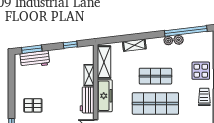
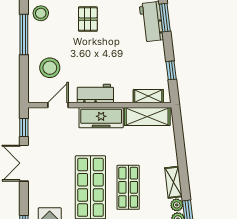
shelving: (134, 45) -> (173, 182), moved
shelving: (89, 75) -> (148, 96), moved

